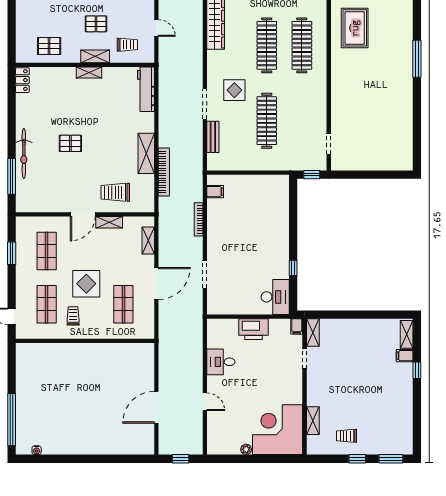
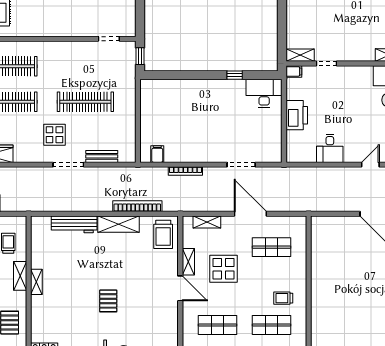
workbench: (146, 89) -> (74, 224), moved
trolley: (115, 192) -> (163, 234), moved
display table: (86, 284) -> (223, 269), moved

